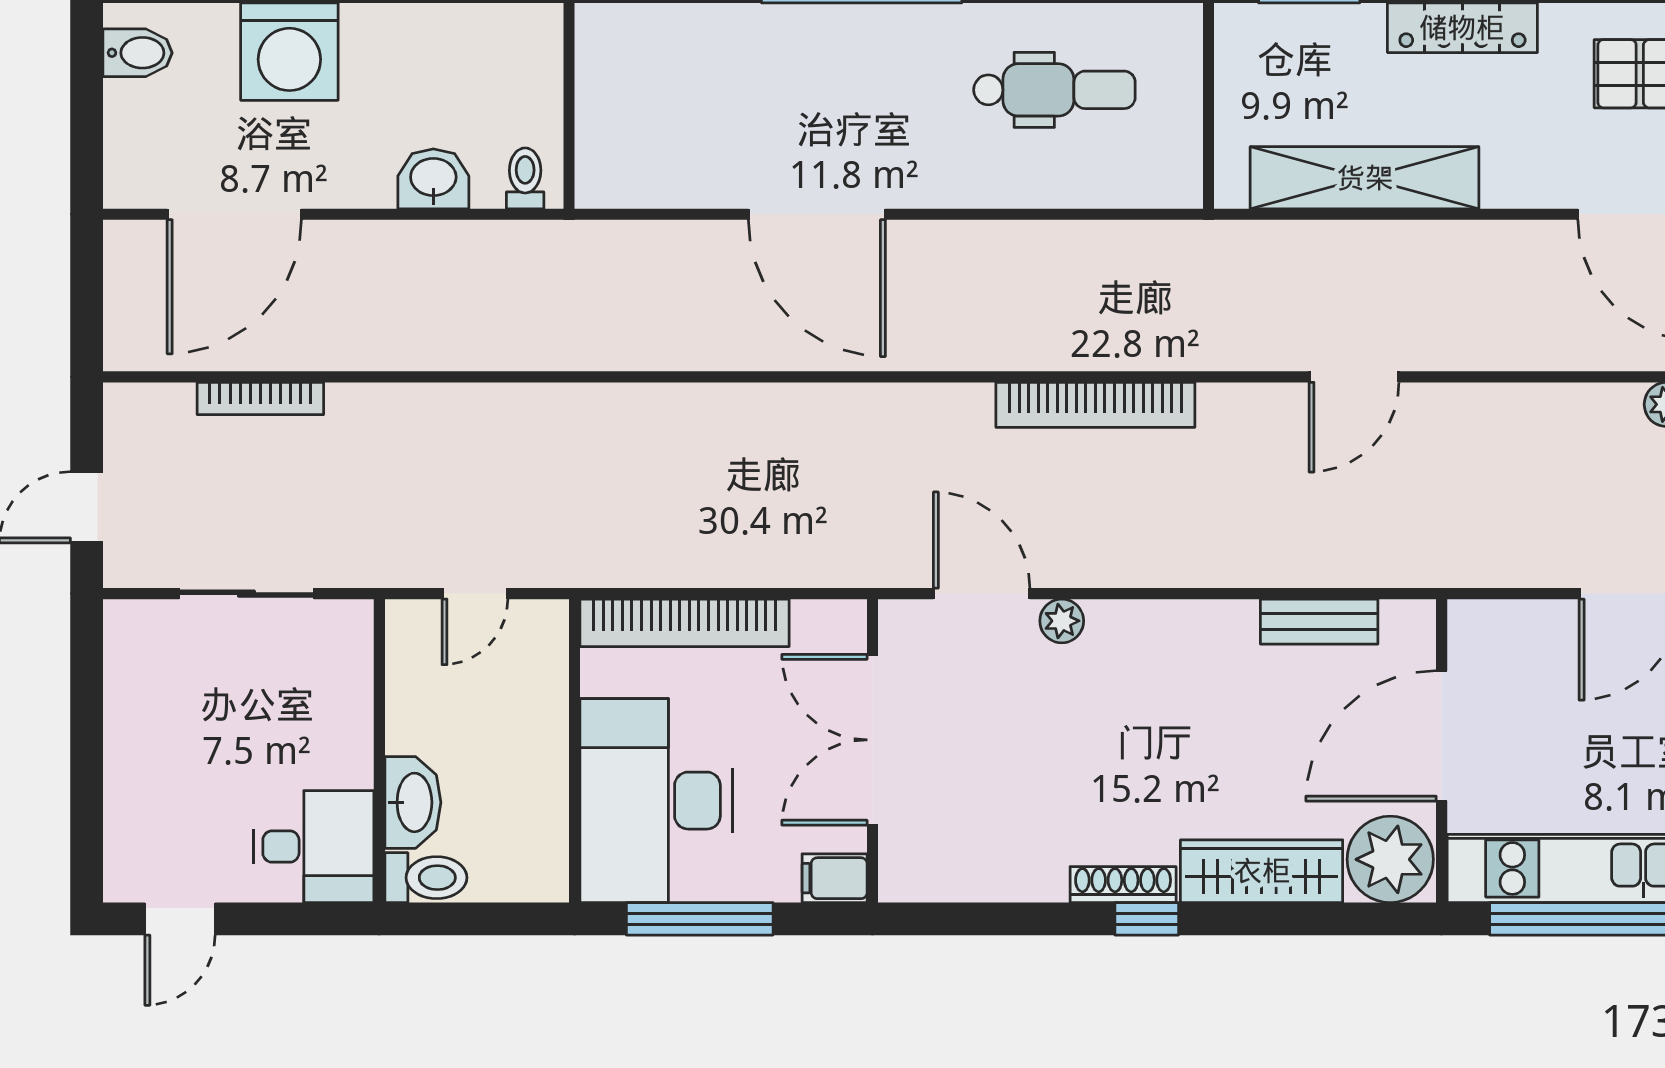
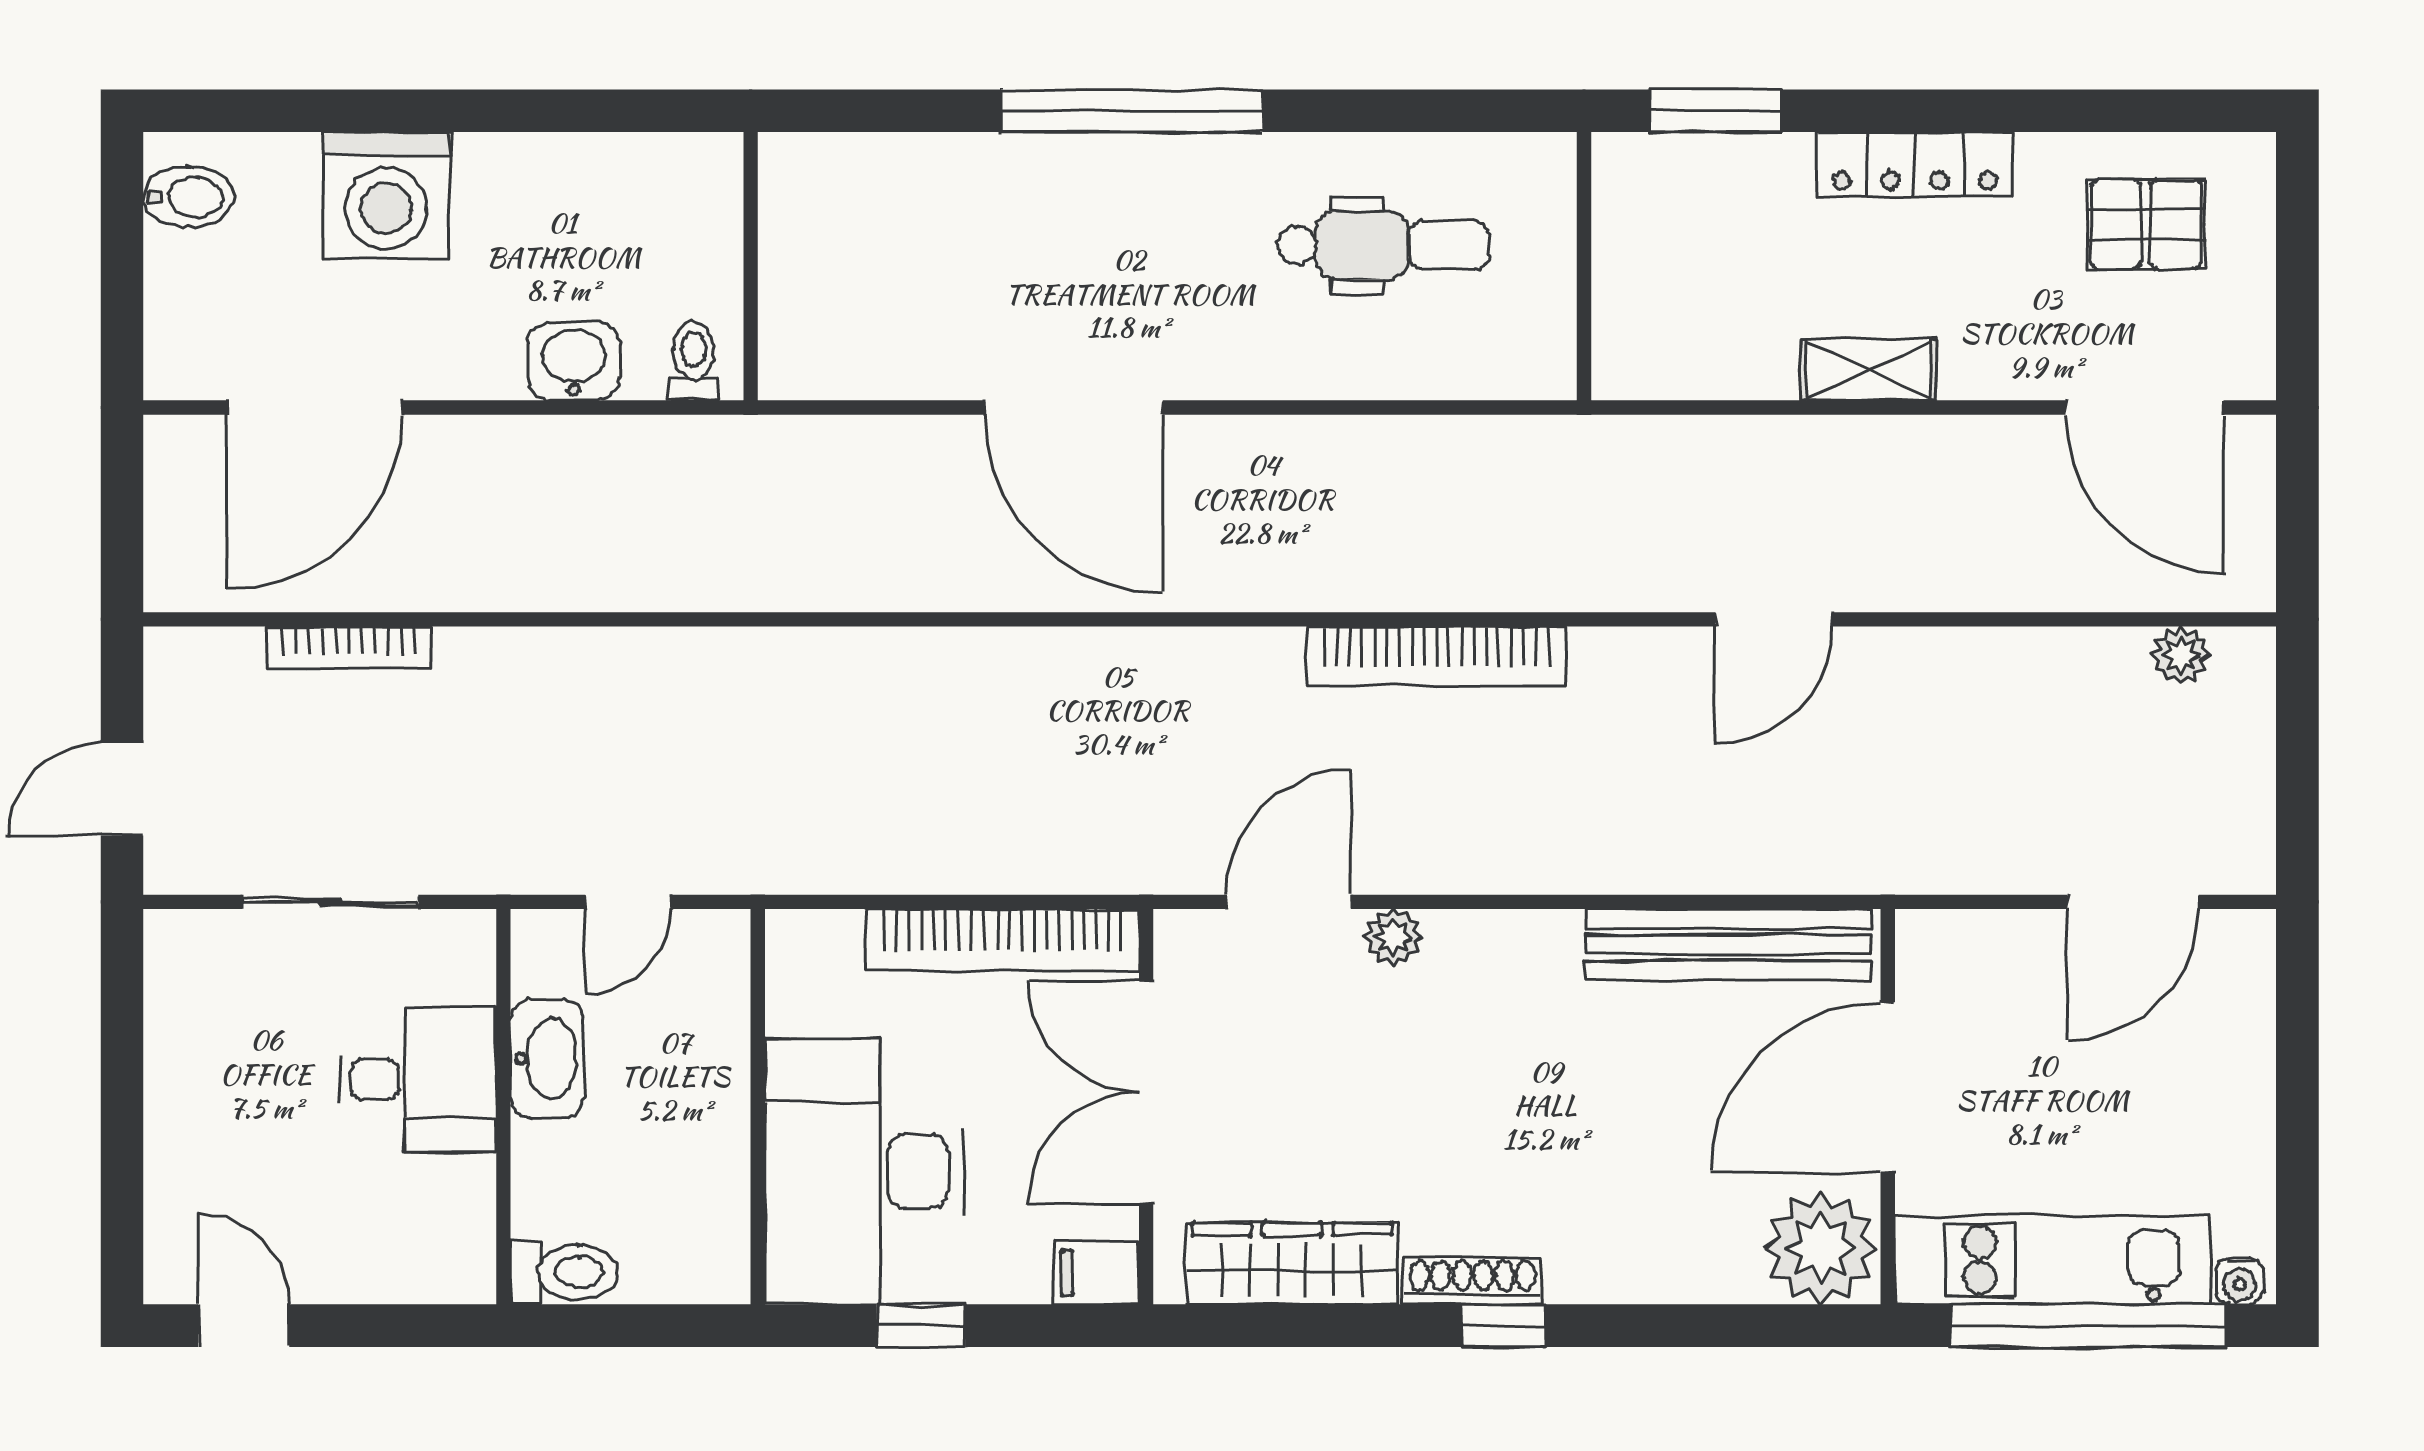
shelving: (1365, 178) -> (1869, 370), width x0.45, depth x0.75
door: (982, 594) -> (1288, 902), hinge flipped
bench: (1319, 622) -> (1728, 944), width x1.86, depth x1.21
bookcase: (685, 623) -> (1003, 940), moved
washbasin: (413, 802) -> (547, 1059), moved
desk: (314, 847) -> (418, 1080), moved
wardrobe: (1262, 871) -> (1292, 1264), moved
door: (180, 919) -> (244, 1326), swing flipped
window: (700, 919) -> (921, 1326), width x0.46

